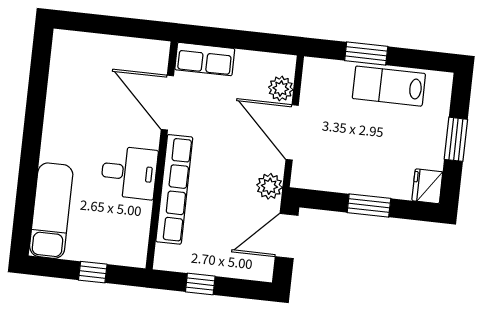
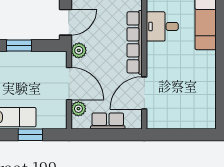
row of seats: (205, 59) -> (108, 121), moved
door: (167, 103) -> (144, 93), swing flipped
desk: (129, 173) -> (162, 26), moved

